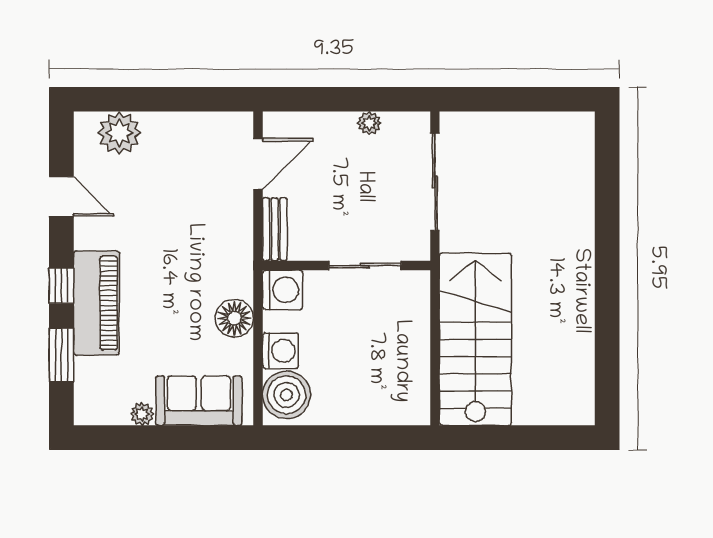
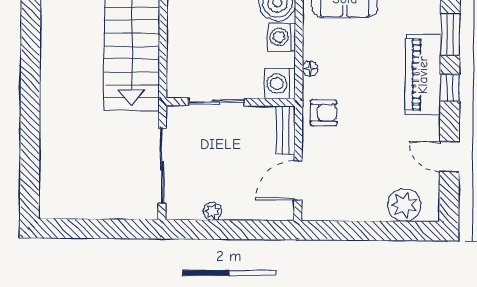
armchair: (225, 252) -> (324, 113), added
floor lamp: (234, 318) -> (310, 69), width x0.53, depth x0.53

